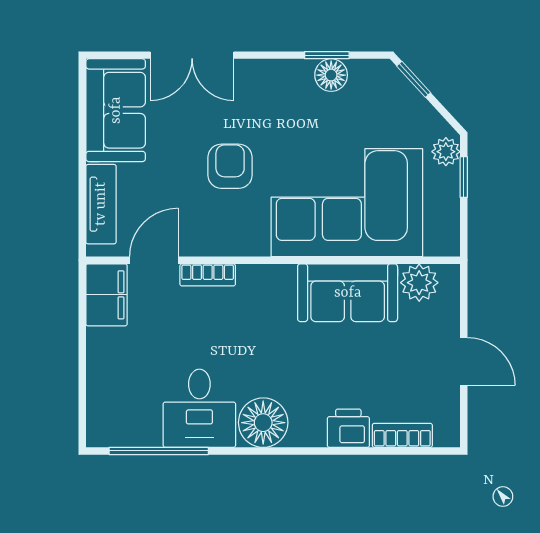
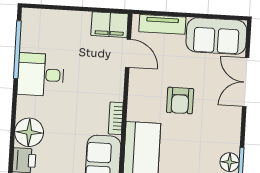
armchair: (230, 166) -> (180, 101), turned 90
bookcase: (208, 275) -> (116, 118), moved
floor lamp: (263, 423) -> (29, 132), moved

